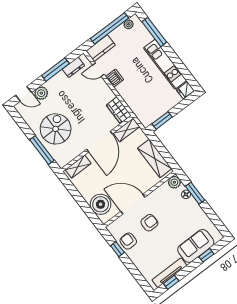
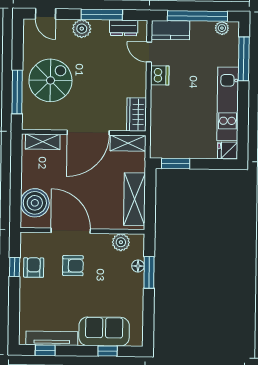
plant: (41, 93) -> (82, 29), moved
plant: (174, 182) -> (121, 242), moved

